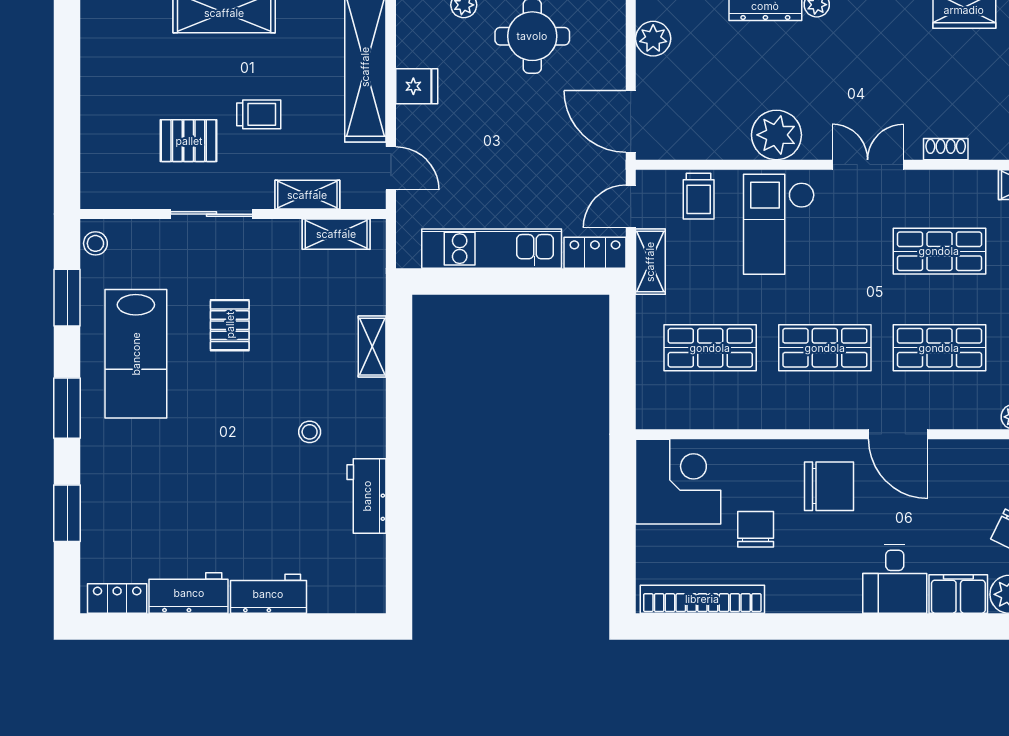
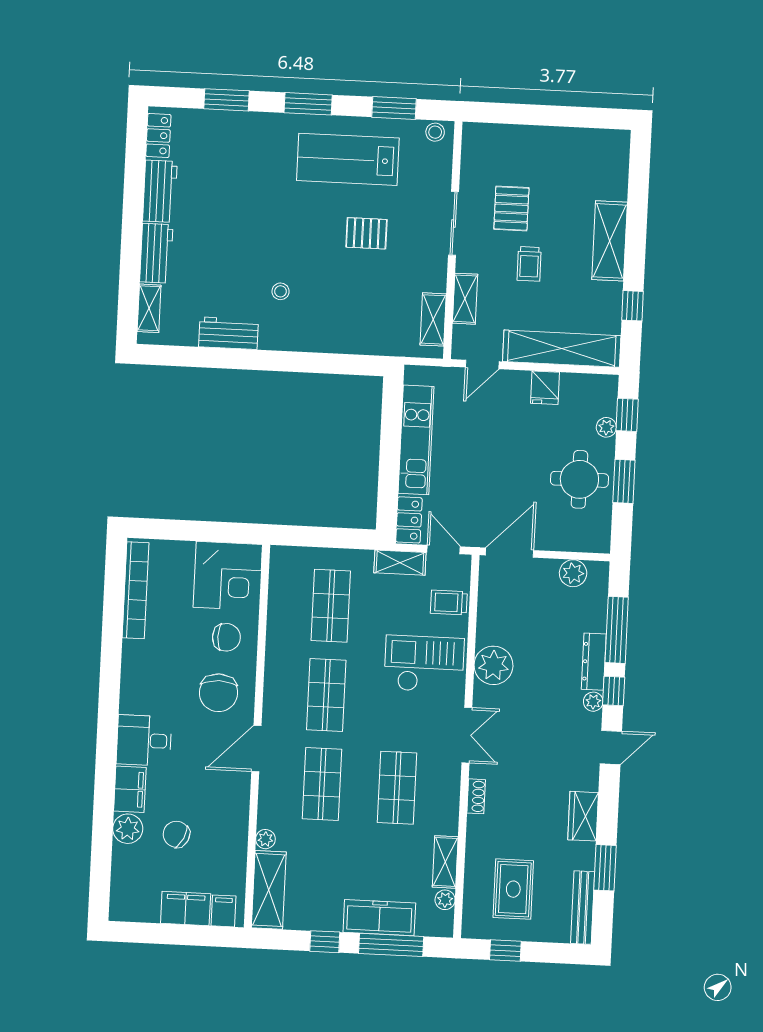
shelving: (372, 347) -> (149, 308), moved, turned 90
chair: (756, 529) -> (226, 637), moved

